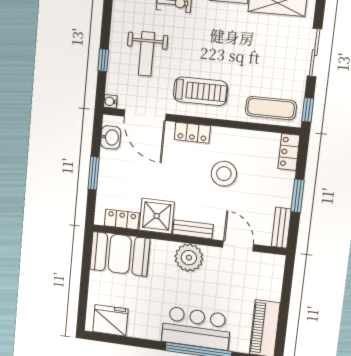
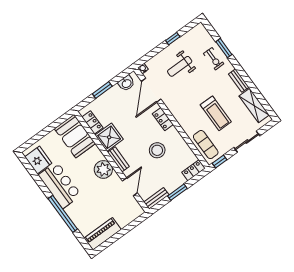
window: (103, 60) -> (173, 39), moved
treadmill: (200, 91) -> (216, 113), moved
bar counter: (196, 328) -> (60, 185), moved

